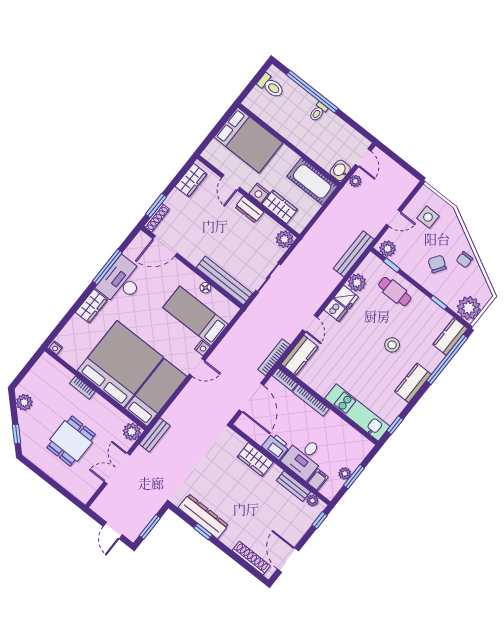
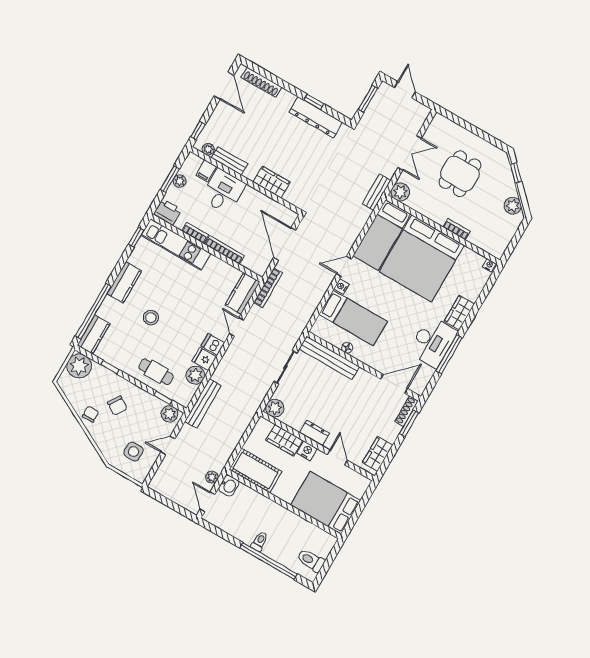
bookcase: (285, 380) -> (195, 233), moved
printer: (276, 446) -> (168, 212), moved, turned 180

